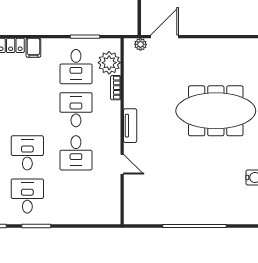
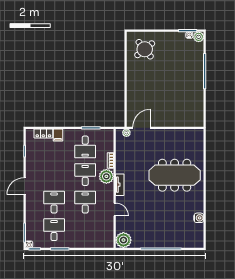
plant: (109, 63) -> (106, 176), moved
desk: (76, 153) -> (85, 202), turned 180
plant: (136, 212) -> (123, 240), added

